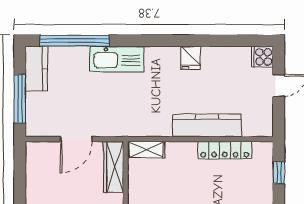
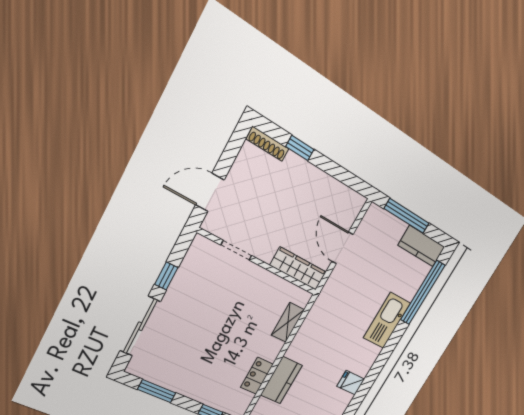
kitchen counter: (207, 125) -> (281, 380), width x0.67
shelving: (146, 150) -> (288, 322), moved
locker: (225, 150) -> (257, 376), width x0.66

